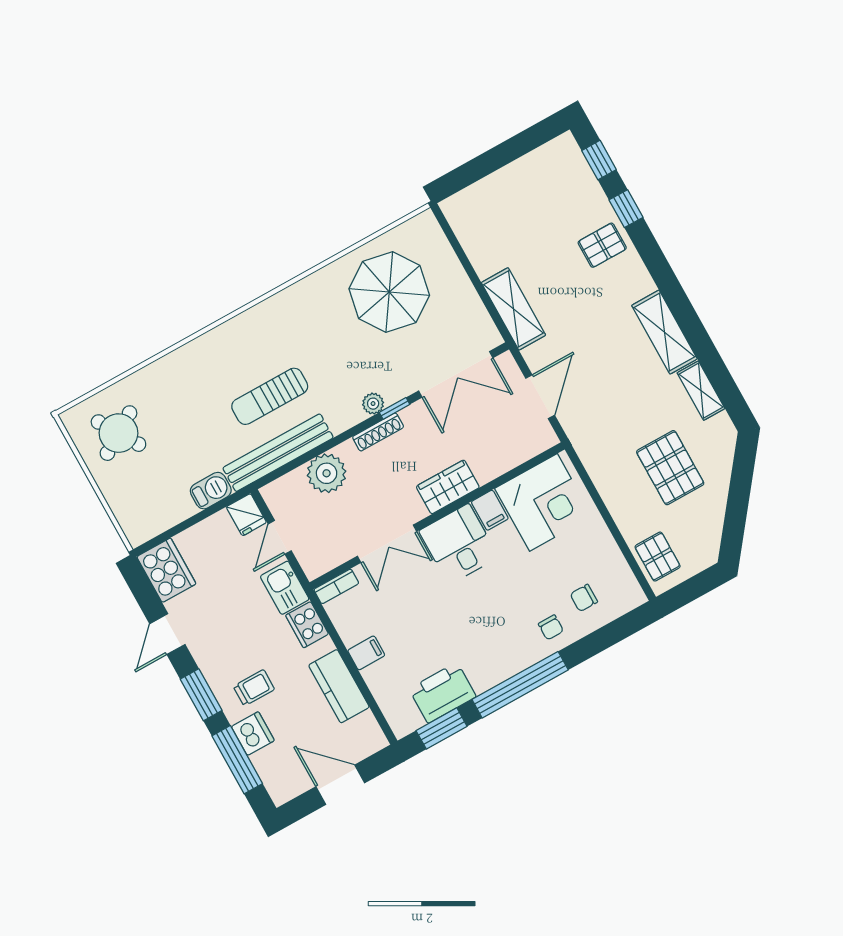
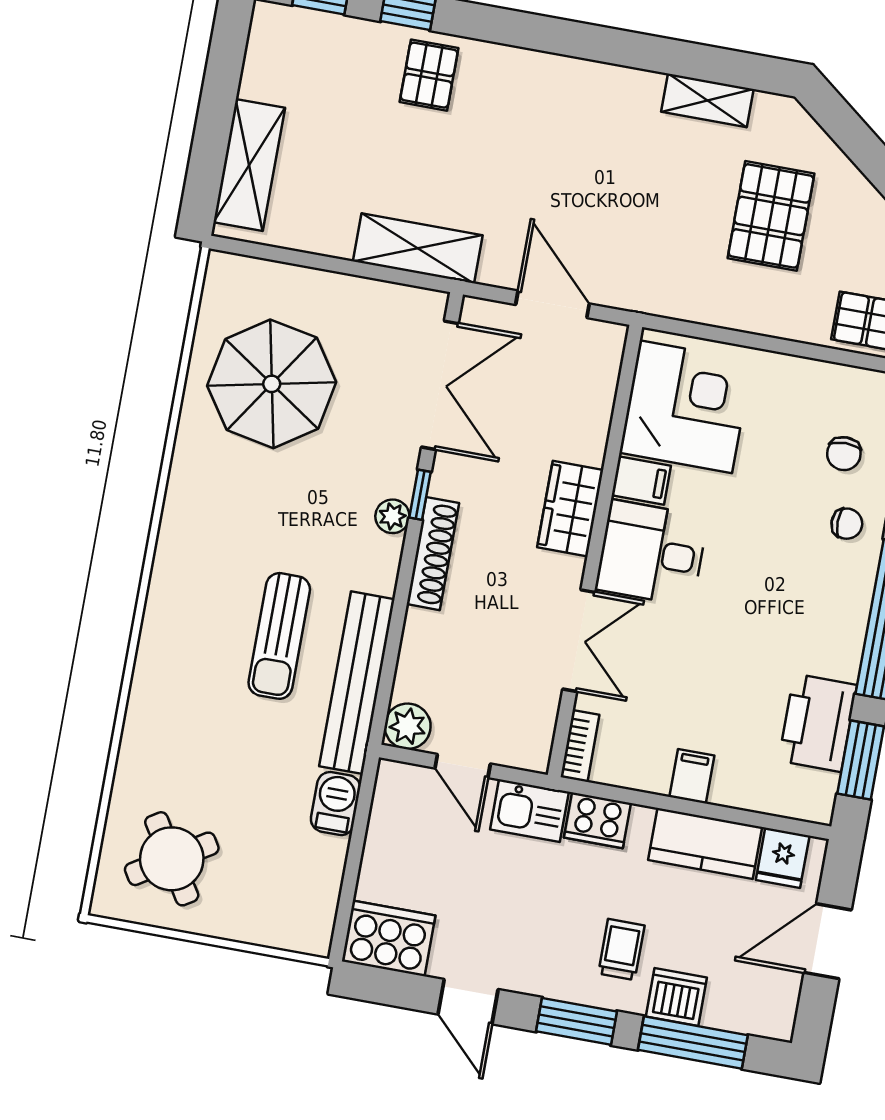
shelving: (664, 332) -> (249, 165), moved, turned 90
shoe rack: (378, 432) -> (433, 554), width x1.36, depth x1.24
pallet: (670, 468) -> (771, 216), turned 90
plant: (327, 473) -> (408, 726), moved, width x0.73, depth x0.73
fridge: (246, 515) -> (783, 858), moved, turned 90

